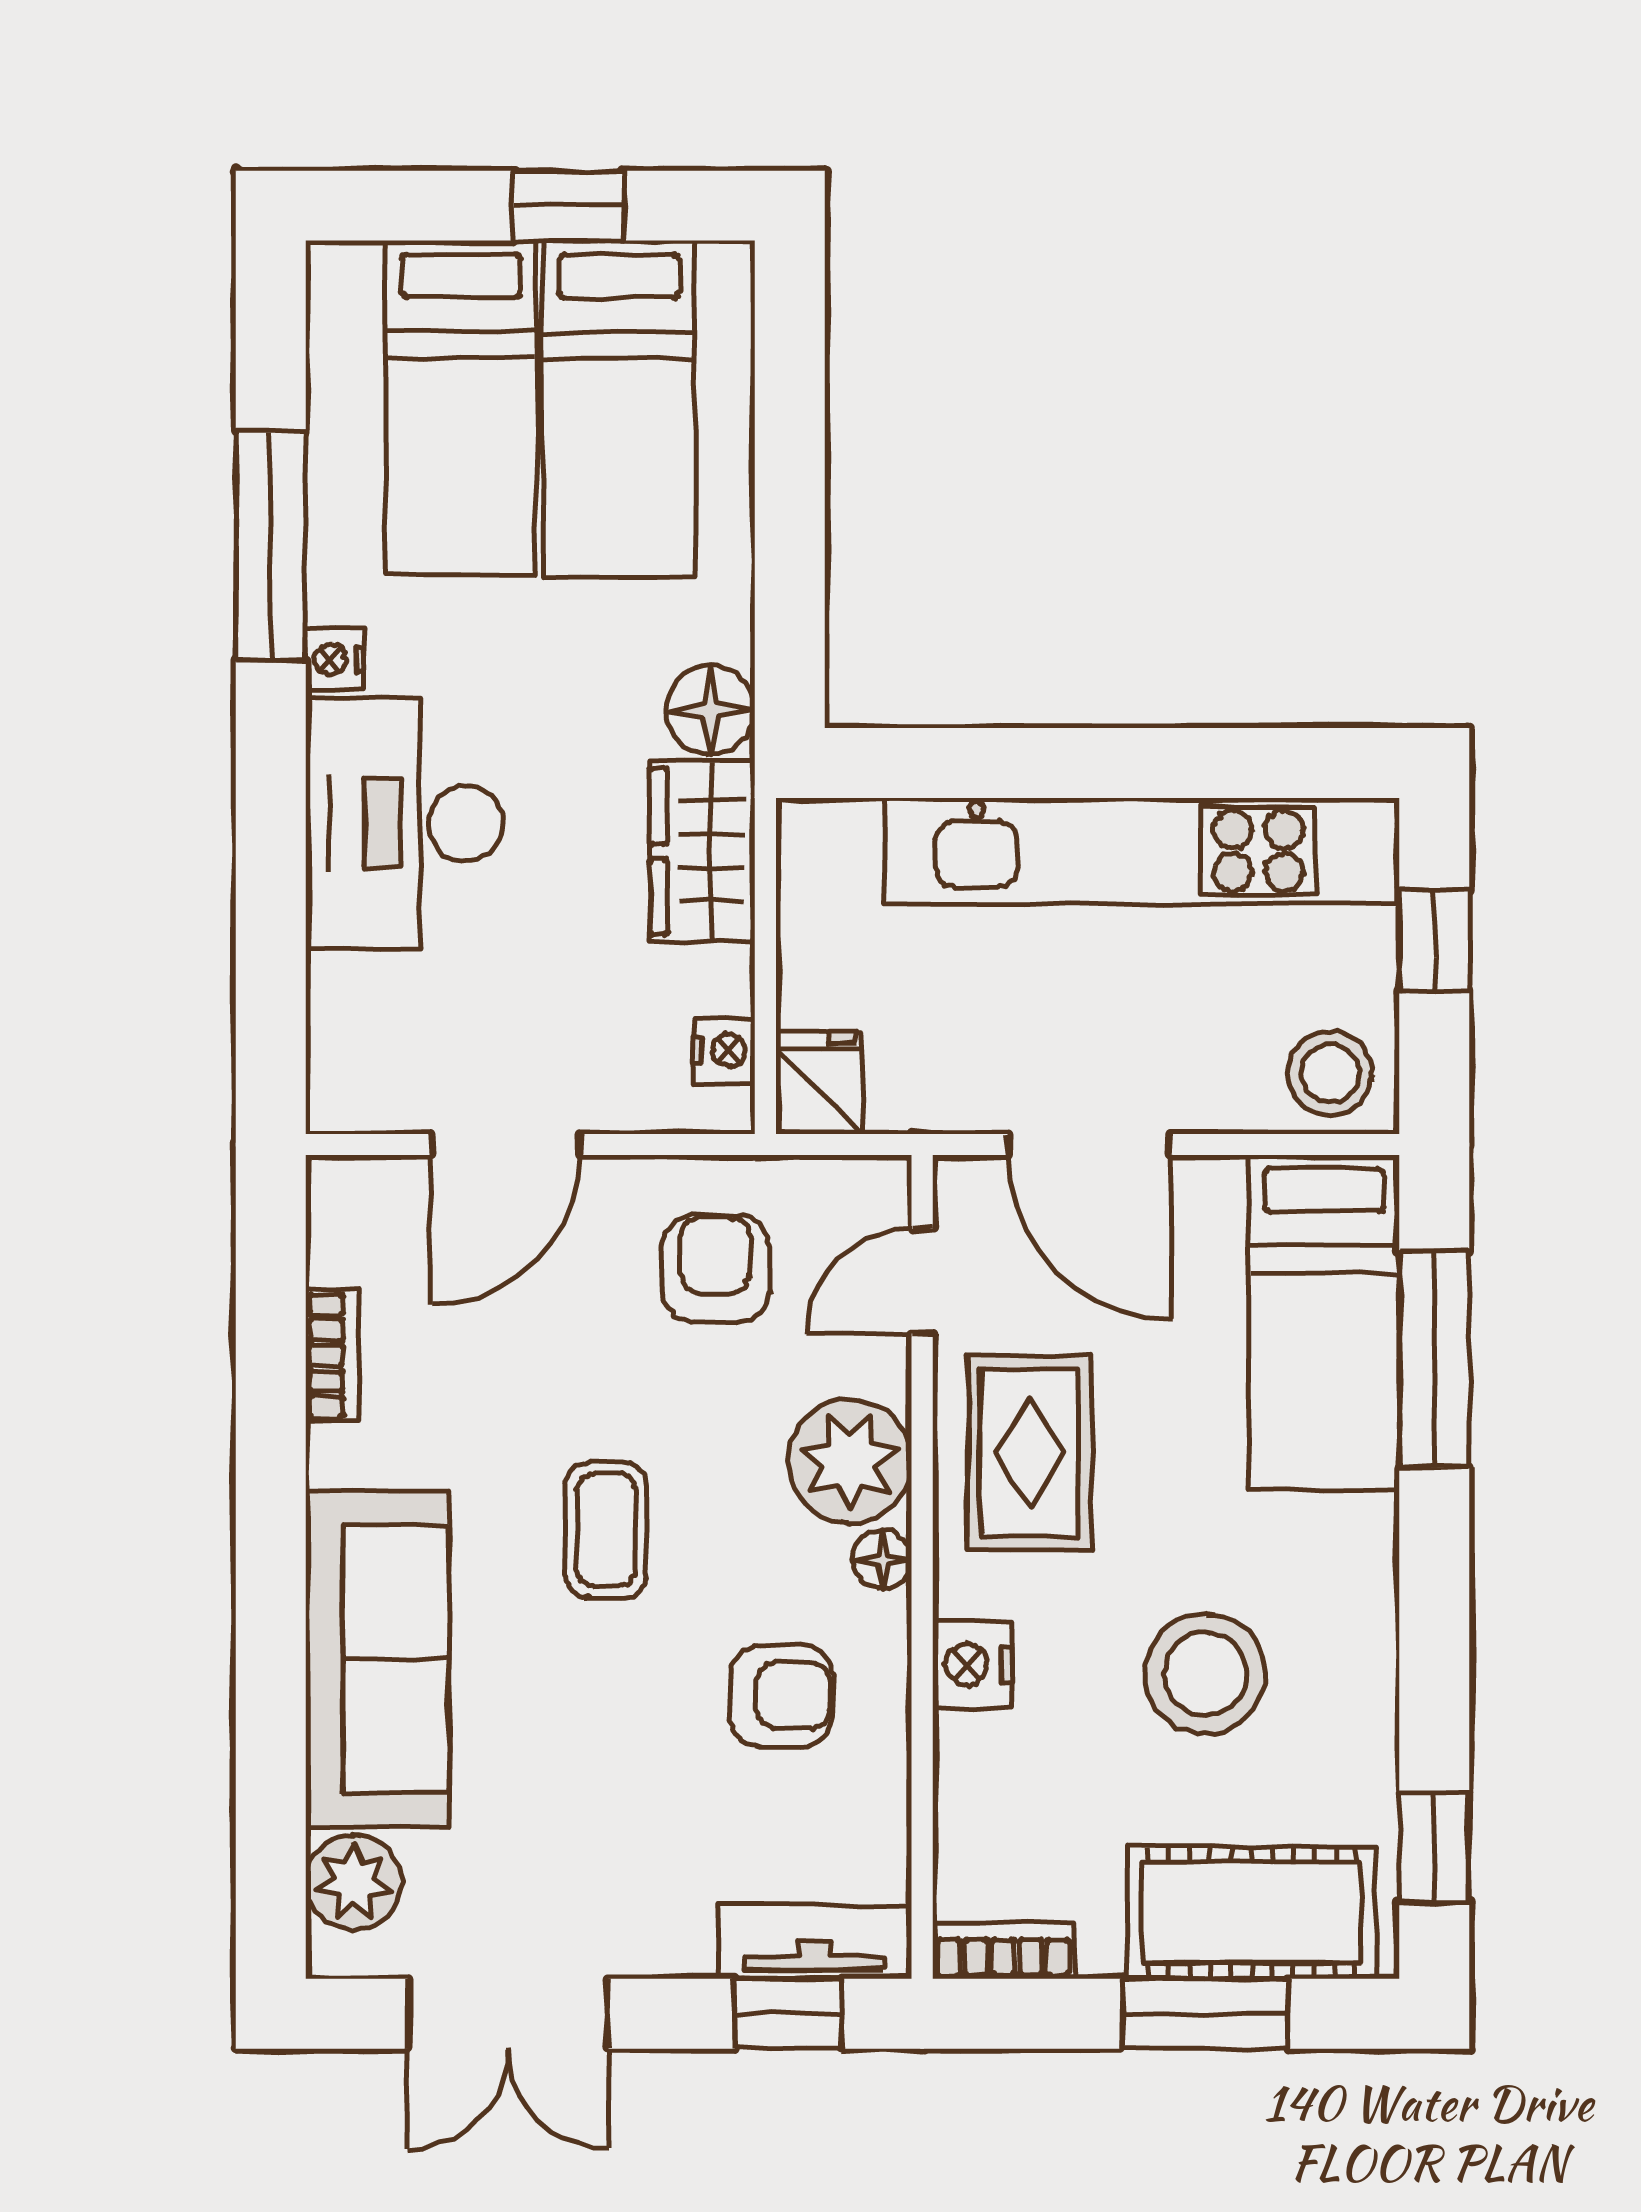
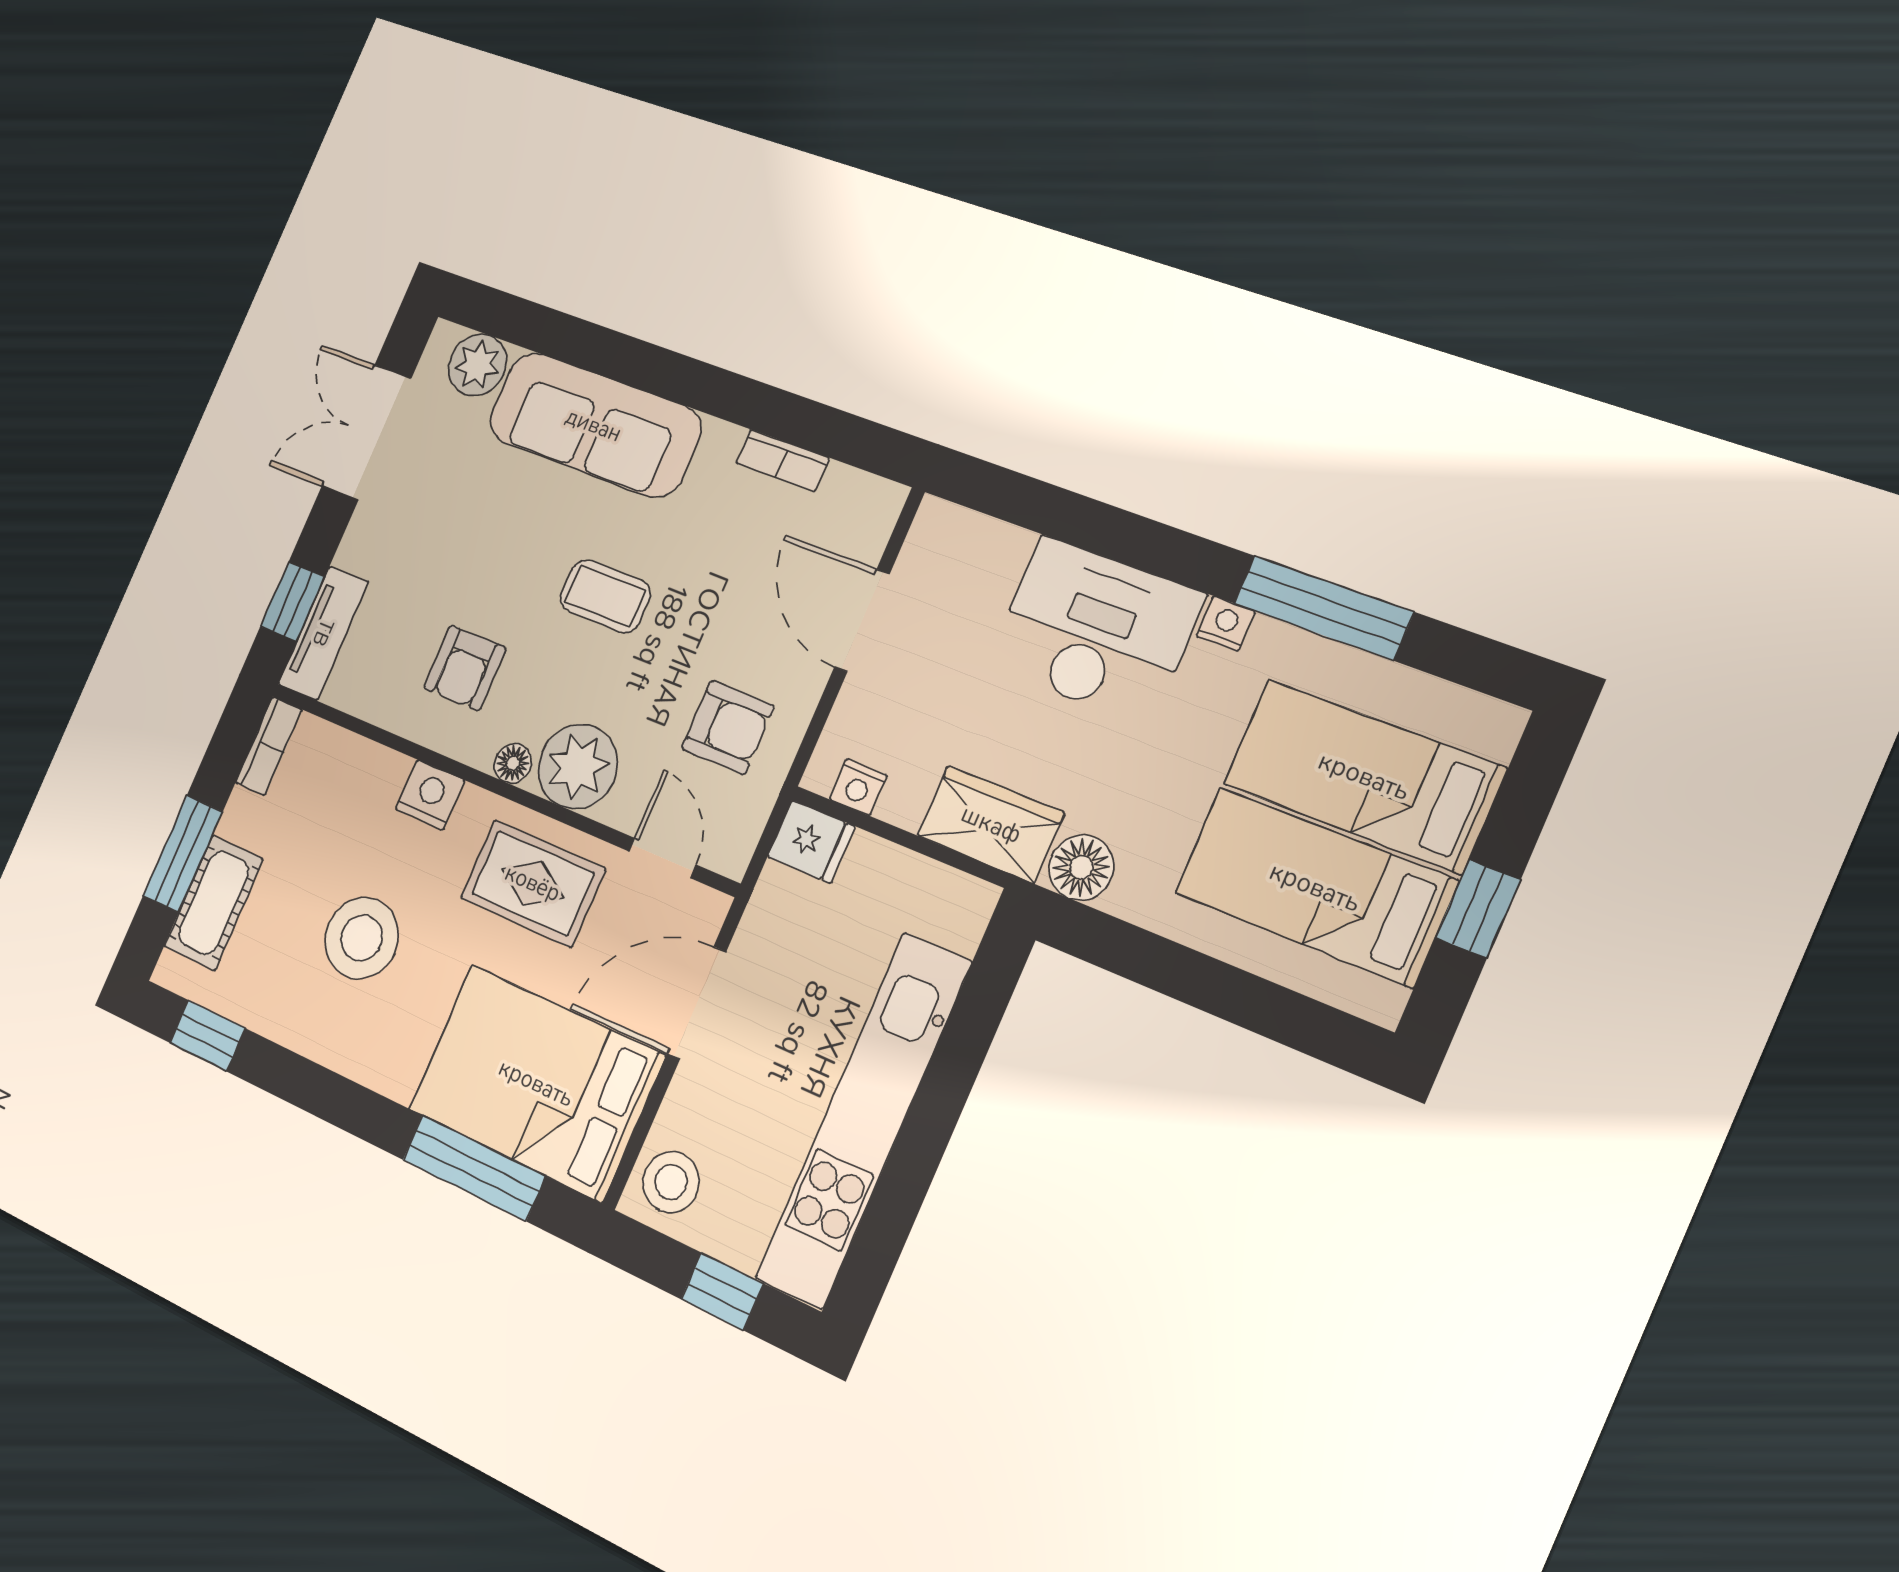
bed: (1324, 1322) -> (536, 1083), width x1.50
cot: (1252, 1913) -> (214, 903), width x0.73, depth x0.75

